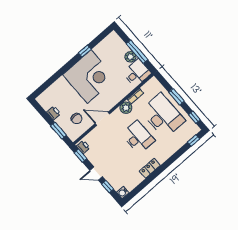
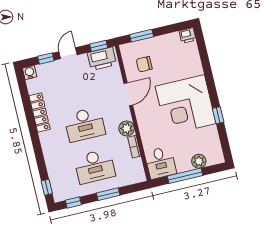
plant: (130, 57) -> (199, 161), moved
printer: (54, 113) -> (188, 36), moved
desk: (163, 116) -> (95, 166), width x0.73, depth x0.77
printer: (83, 147) -> (102, 59), width x1.87, depth x1.48
locker: (150, 168) -> (40, 113), width x1.53

